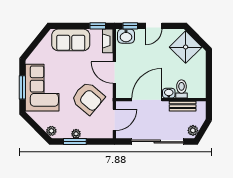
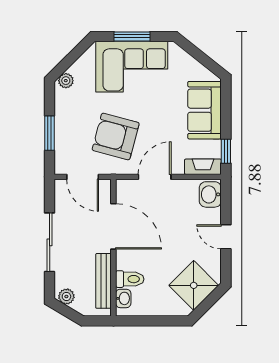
window: (130, 26) -> (226, 201), removed
washbasin: (169, 93) -> (123, 298), moved
armchair: (88, 98) -> (116, 136), turned 65
bench: (183, 106) -> (104, 281), width x1.36
plant: (76, 134) -> (61, 118), removed
window: (75, 142) -> (50, 133), moved
sliding door: (157, 142) -> (50, 242), width x0.73

